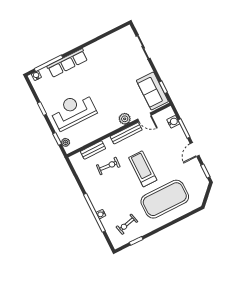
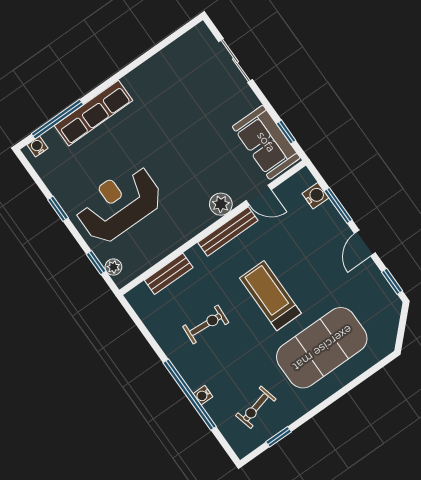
exercise bike: (108, 166) -> (206, 325), moved

